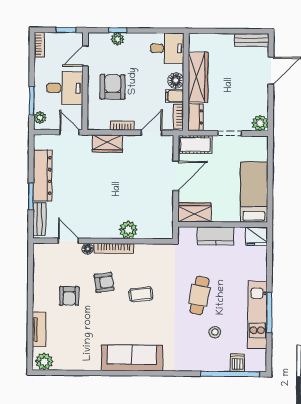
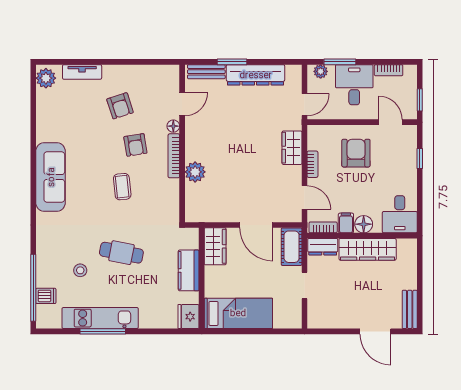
plant: (117, 39) -> (410, 158), removed
bookcase: (39, 45) -> (389, 70), moved
armchair: (113, 87) -> (356, 153), turned -90
desk: (65, 88) -> (354, 85), moved, turned 180
plant: (260, 123) -> (316, 320), removed
armchair: (69, 296) -> (120, 106), turned -108

